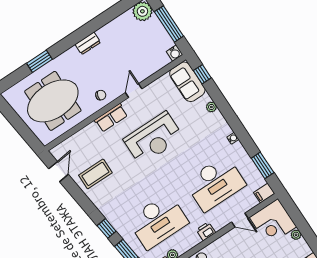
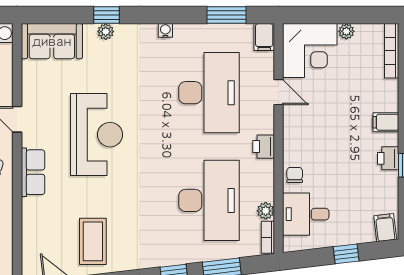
window: (202, 74) -> (107, 15), moved
door: (240, 220) -> (278, 92), hinge flipped

